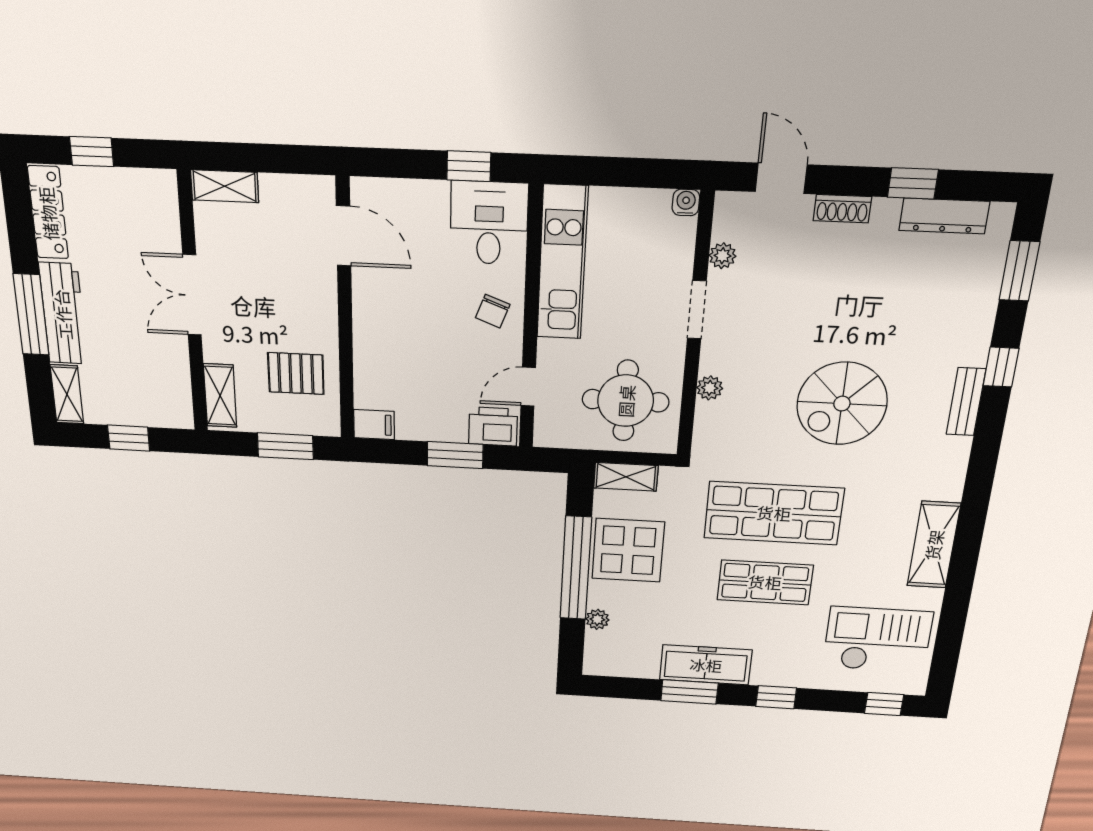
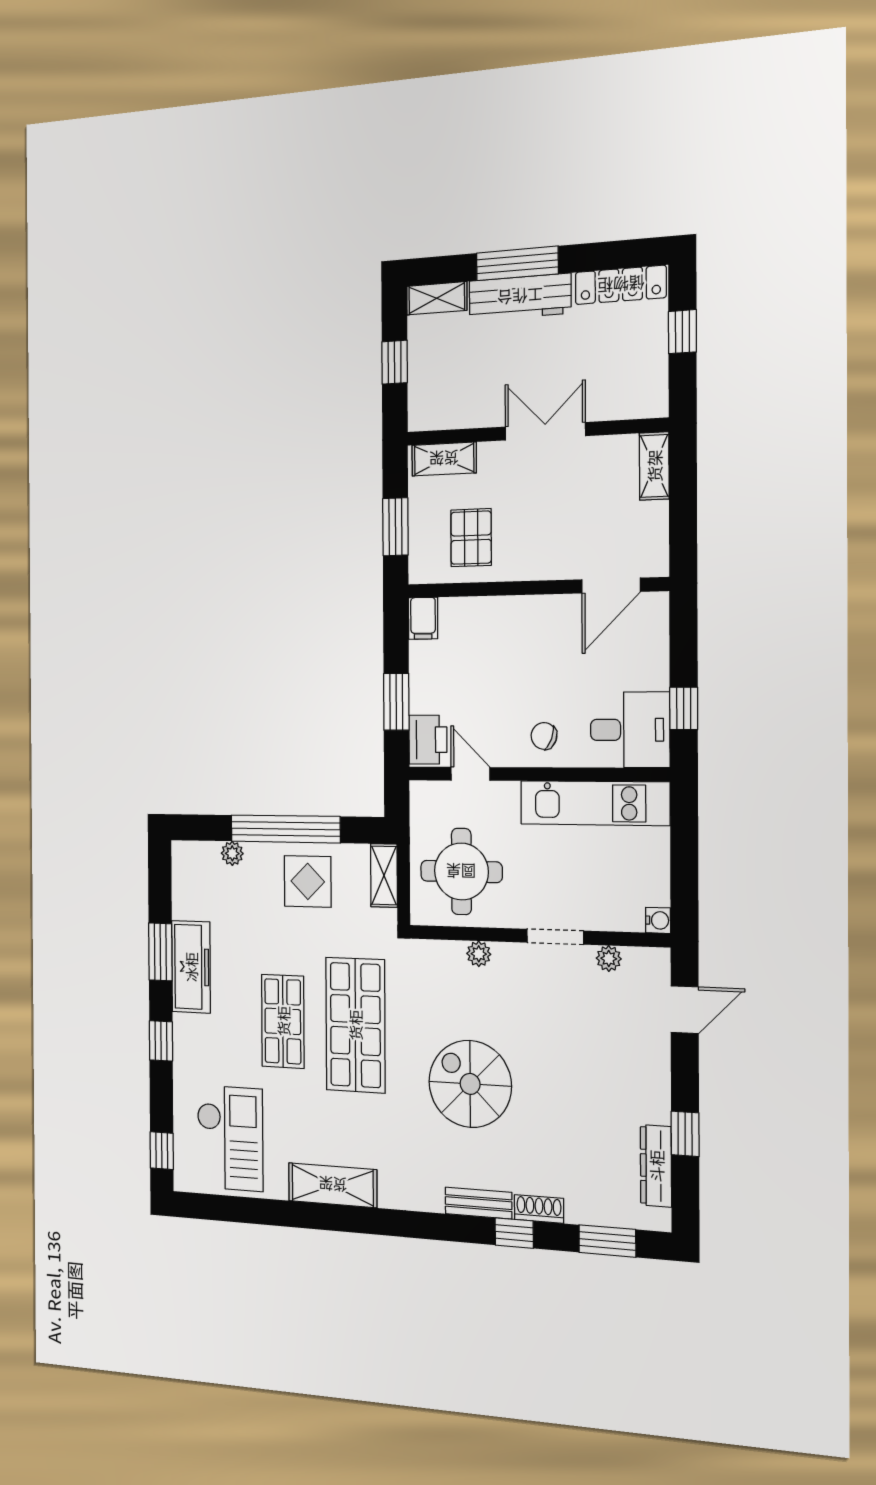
shoe rack: (842, 209) -> (539, 1209), moved, turned 90
display table: (628, 550) -> (308, 881), width x0.73, depth x0.73

